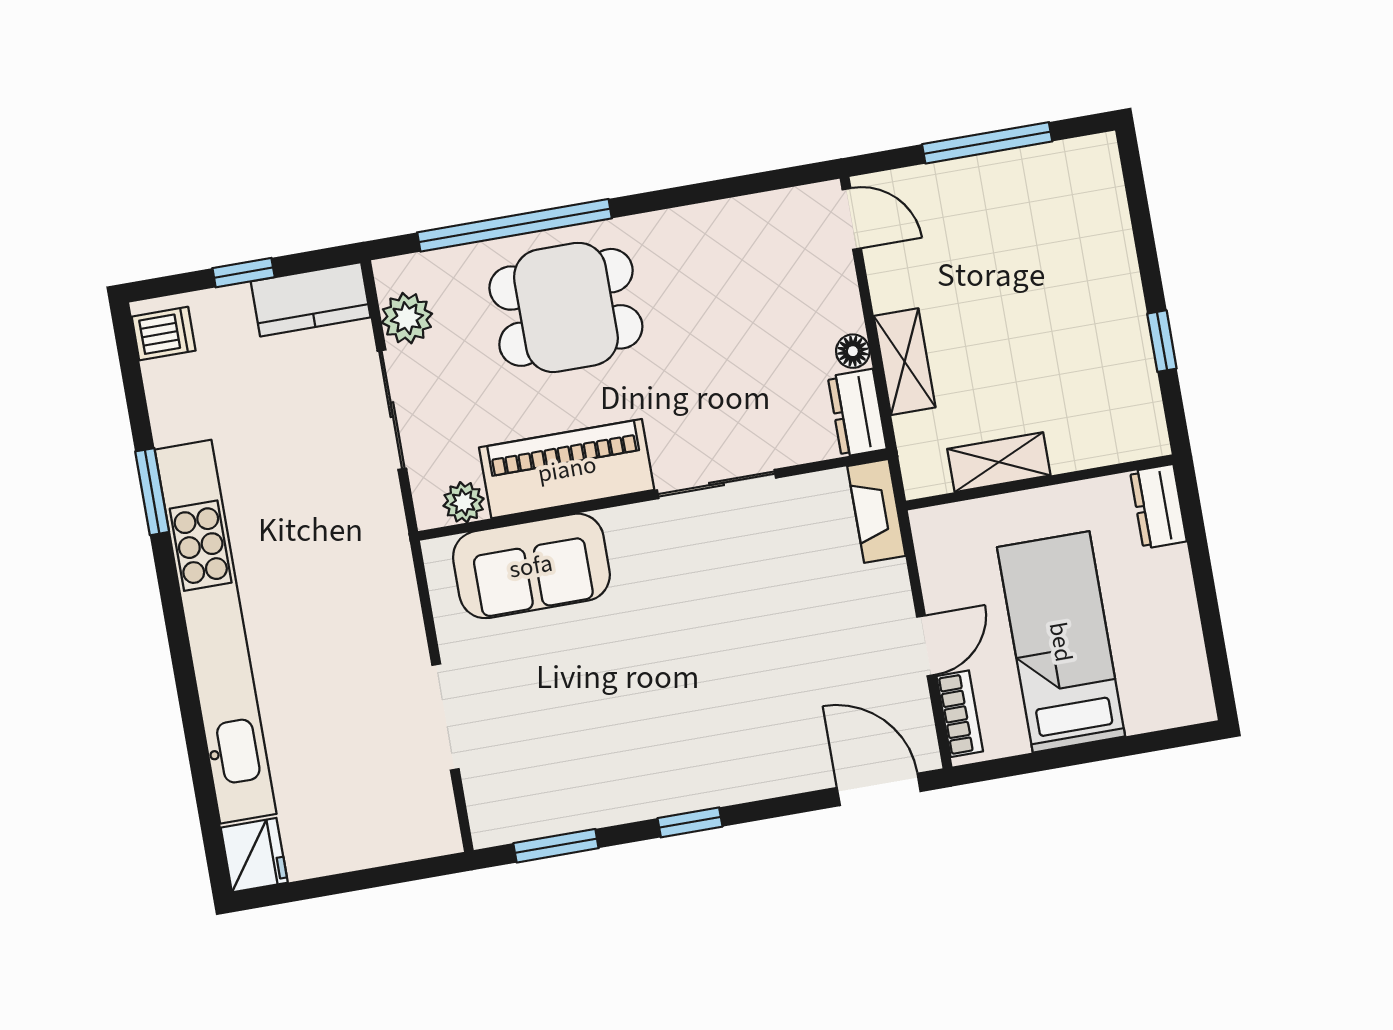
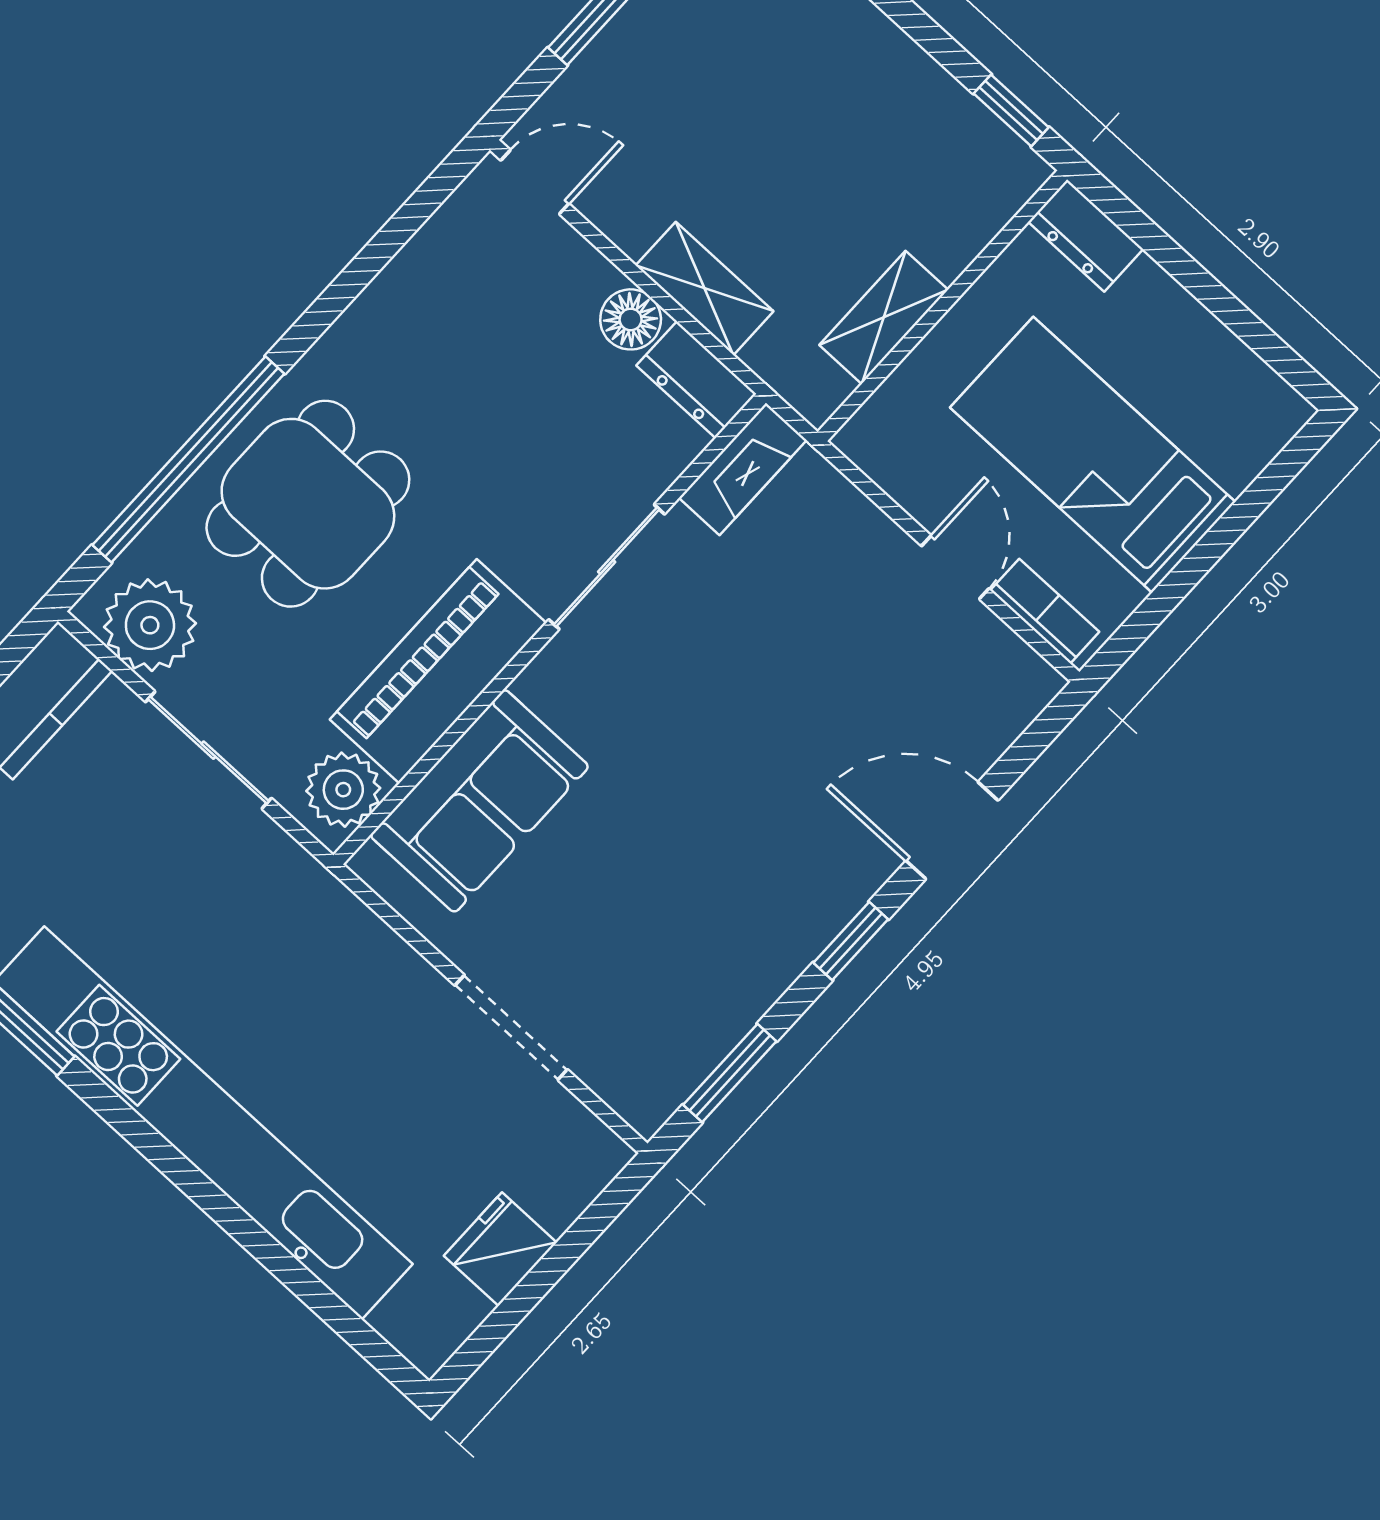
plant: (407, 318) -> (150, 625), width x1.36, depth x1.36
window: (1162, 341) -> (1011, 110), moved
floor lamp: (853, 351) -> (631, 319), width x1.37, depth x1.37
plant: (464, 502) -> (343, 790), width x1.38, depth x1.38
fireplace: (876, 511) -> (743, 469), moved, turned -90
door: (879, 789) -> (952, 831), moved
fridge: (254, 855) -> (500, 1249), moved, turned -90

